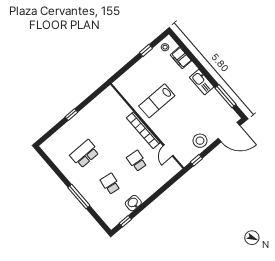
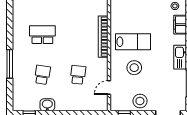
lab bench: (157, 101) -> (133, 42), turned 180
stool: (174, 119) -> (134, 68), added
bookcase: (143, 130) -> (103, 37), moved

